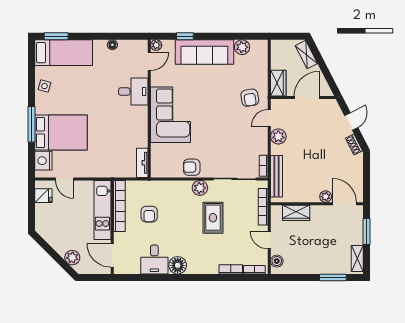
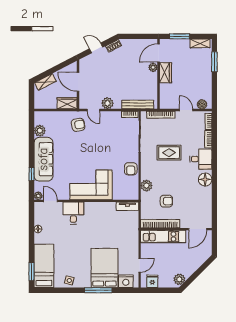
plant: (200, 188) -> (146, 186), moved
wardrobe: (296, 213) -> (165, 73), moved
door: (269, 240) -> (186, 110), swing flipped
plant: (72, 258) -> (179, 279), moved
desk: (154, 259) -> (201, 159), moved

